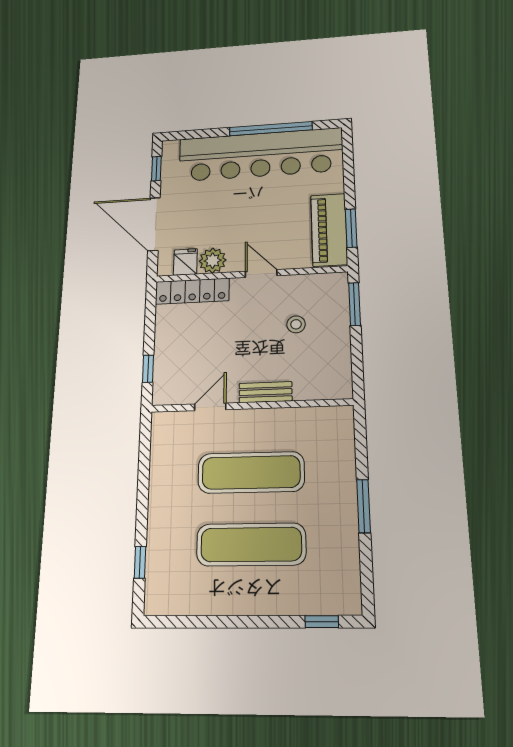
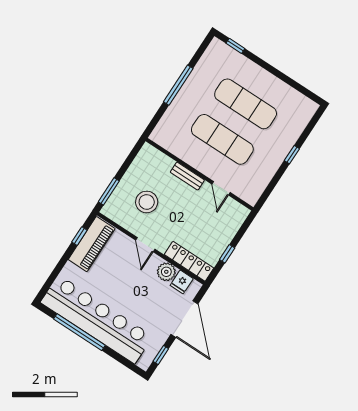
window: (351, 228) -> (79, 236), width x0.67
stool: (296, 324) -> (147, 202), width x1.89, depth x1.89
window: (148, 369) -> (227, 254), moved
door: (210, 407) -> (221, 188), hinge flipped
window: (364, 506) -> (178, 85), width x1.44
window: (140, 562) -> (292, 155), moved

